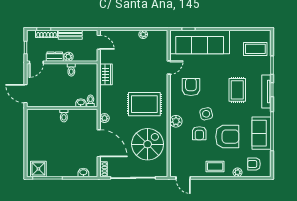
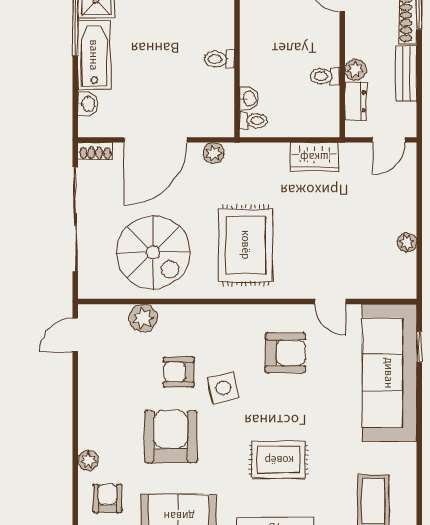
dresser: (55, 57) -> (356, 101), moved
plant: (176, 121) -> (143, 318), moved
armchair: (227, 137) -> (171, 437), turned 180
coffee table: (215, 166) -> (102, 408), removed
bathtub: (62, 170) -> (94, 55), added

